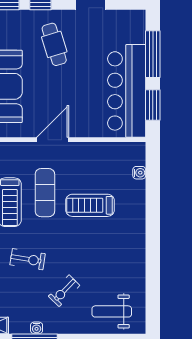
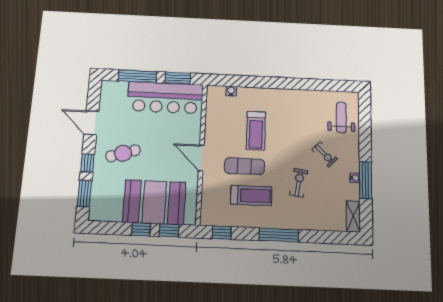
weight bench: (112, 311) -> (341, 117), turned 180

